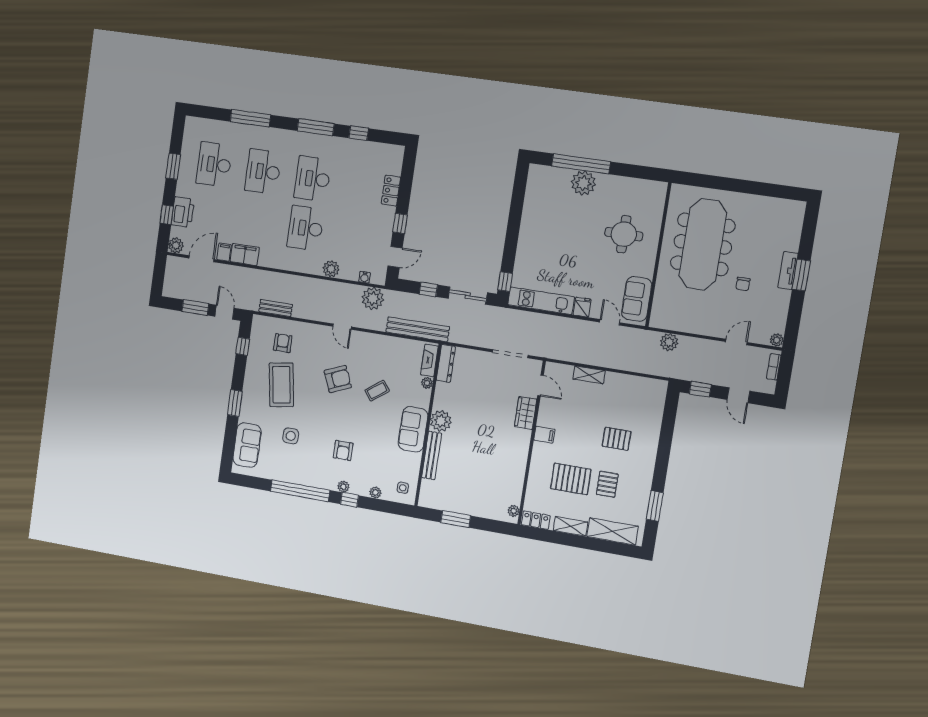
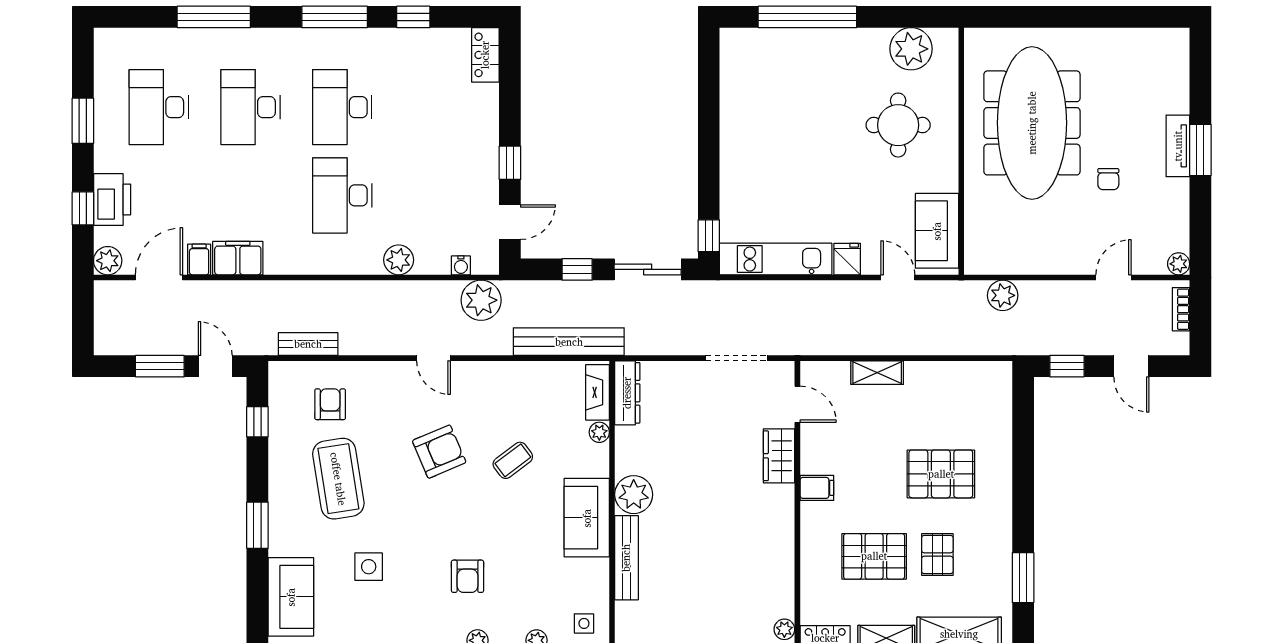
plant: (583, 183) -> (911, 49), moved
locker: (391, 191) -> (485, 55), moved
pallet: (617, 439) -> (941, 474), width x1.50, depth x1.42

